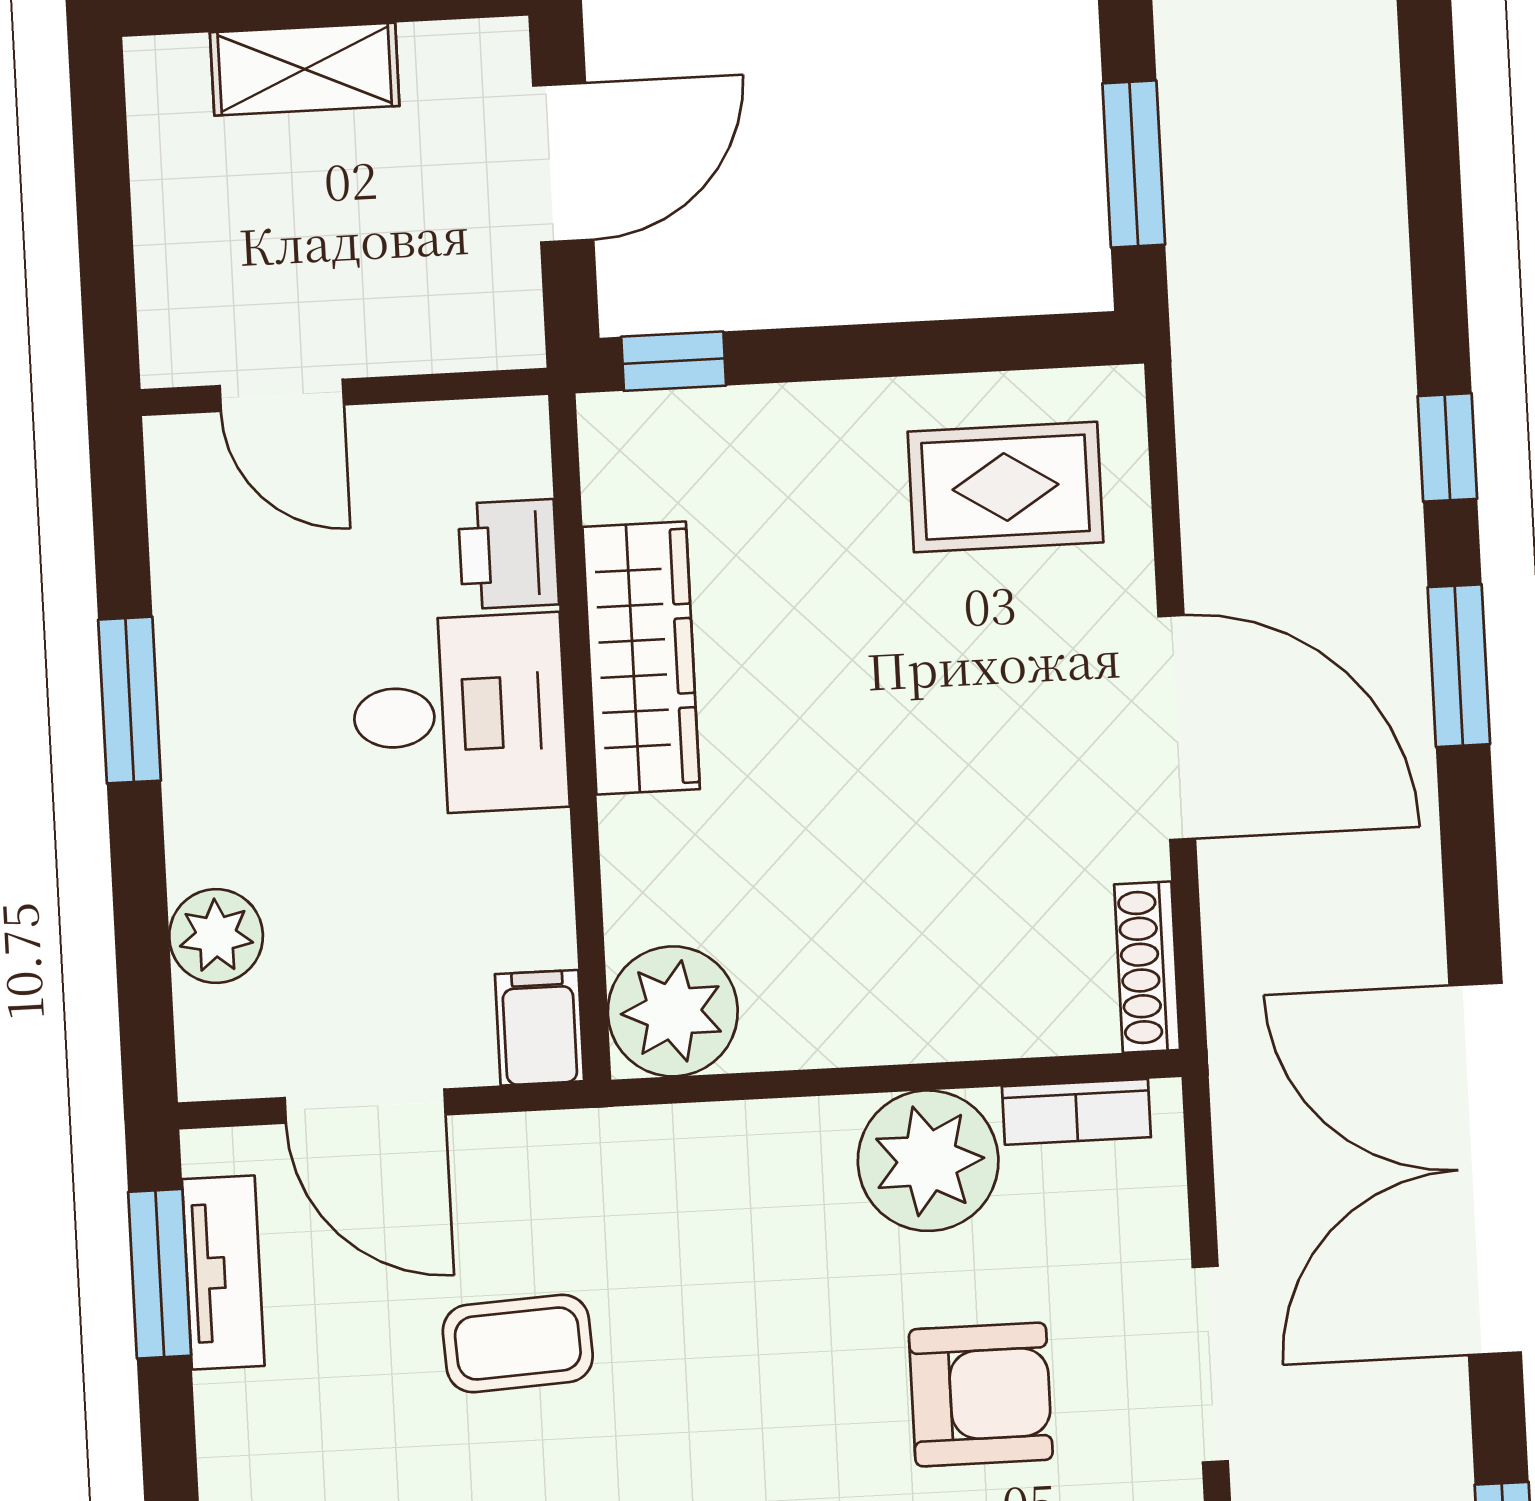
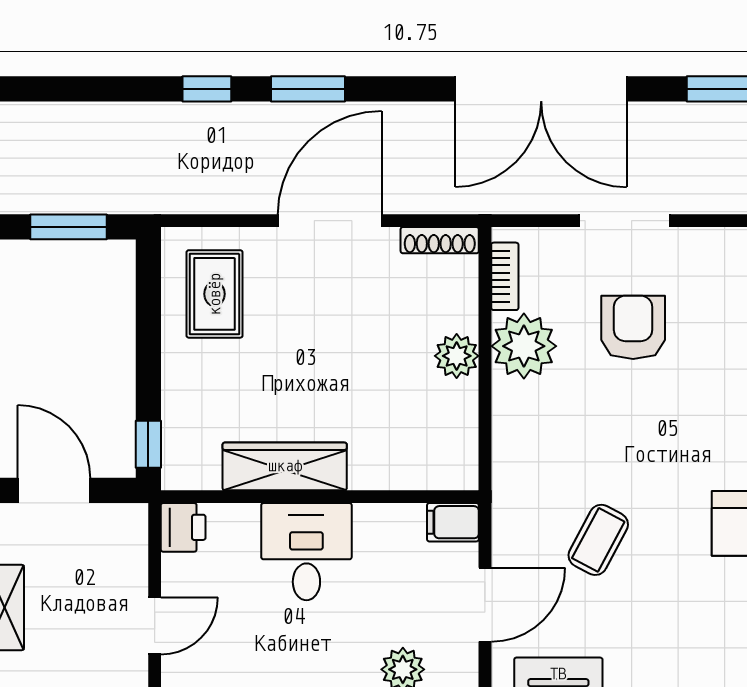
printer: (508, 554) -> (183, 527), moved, turned -90
plant: (673, 1011) -> (457, 356), moved, width x0.73, depth x0.73
coffee table: (518, 1344) -> (598, 540), turned 31

